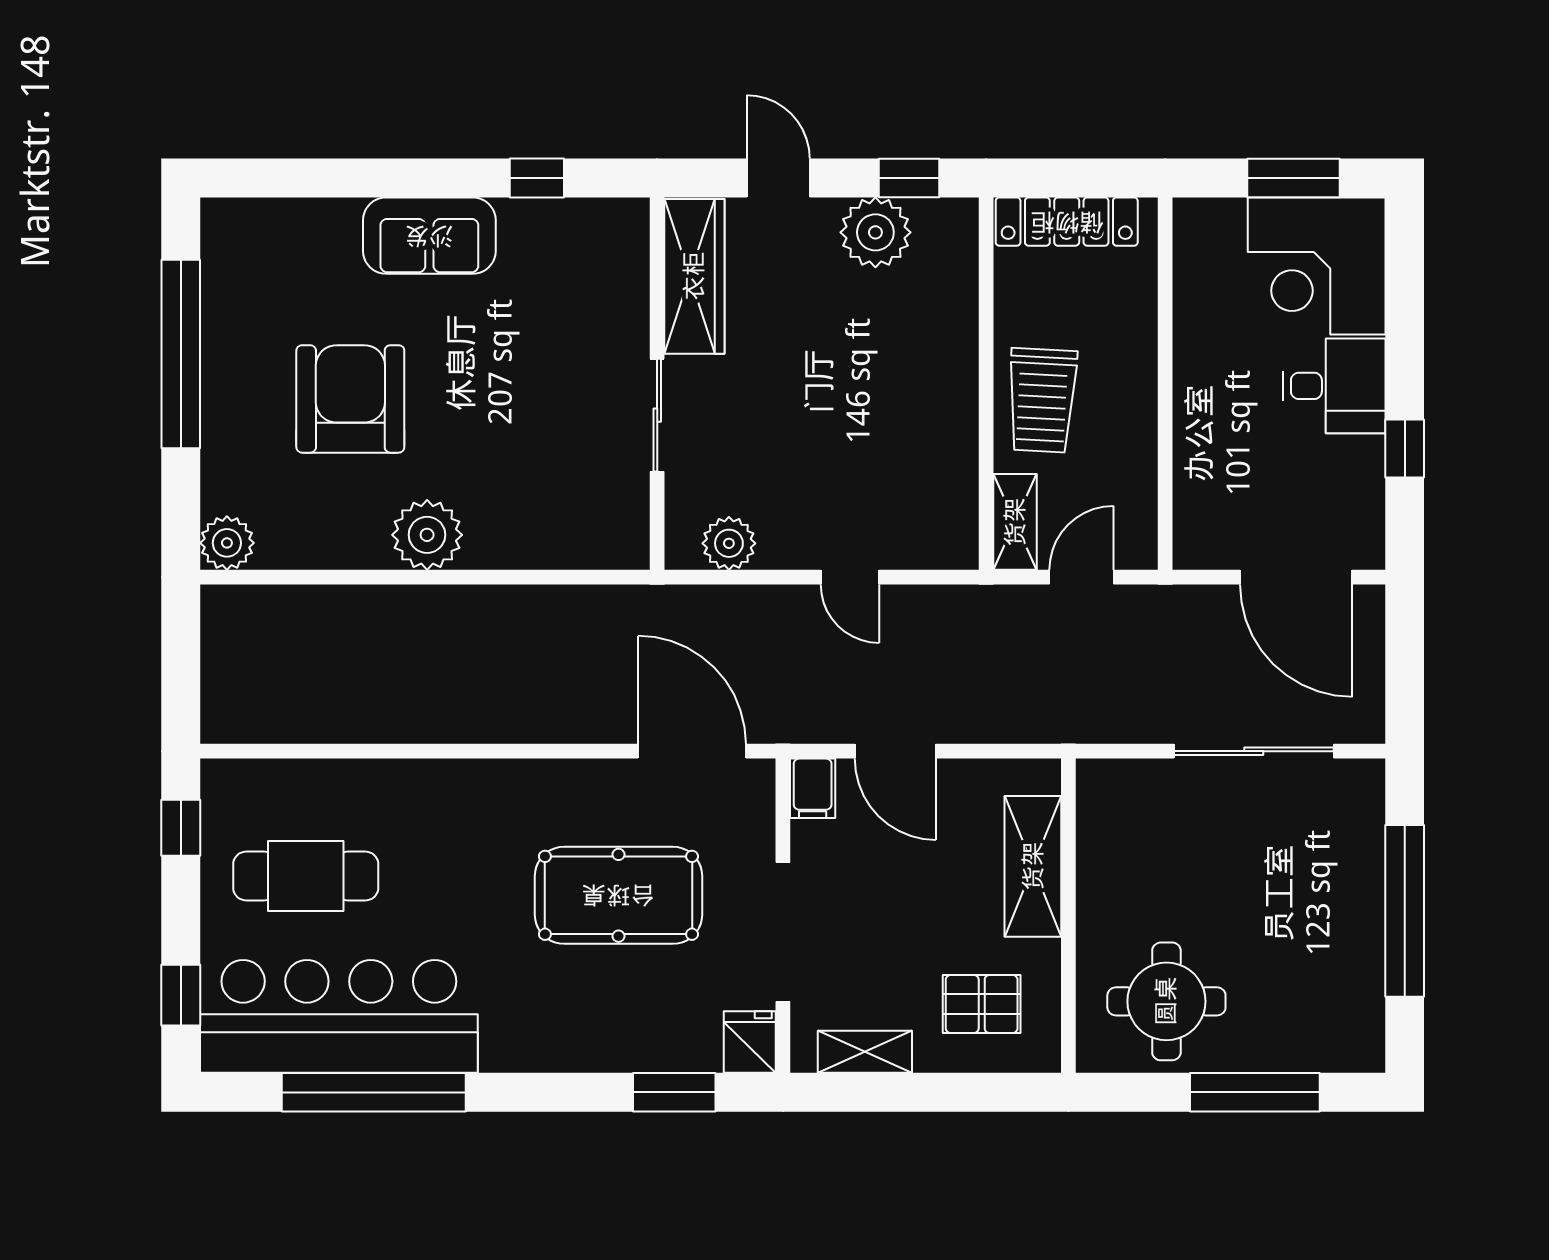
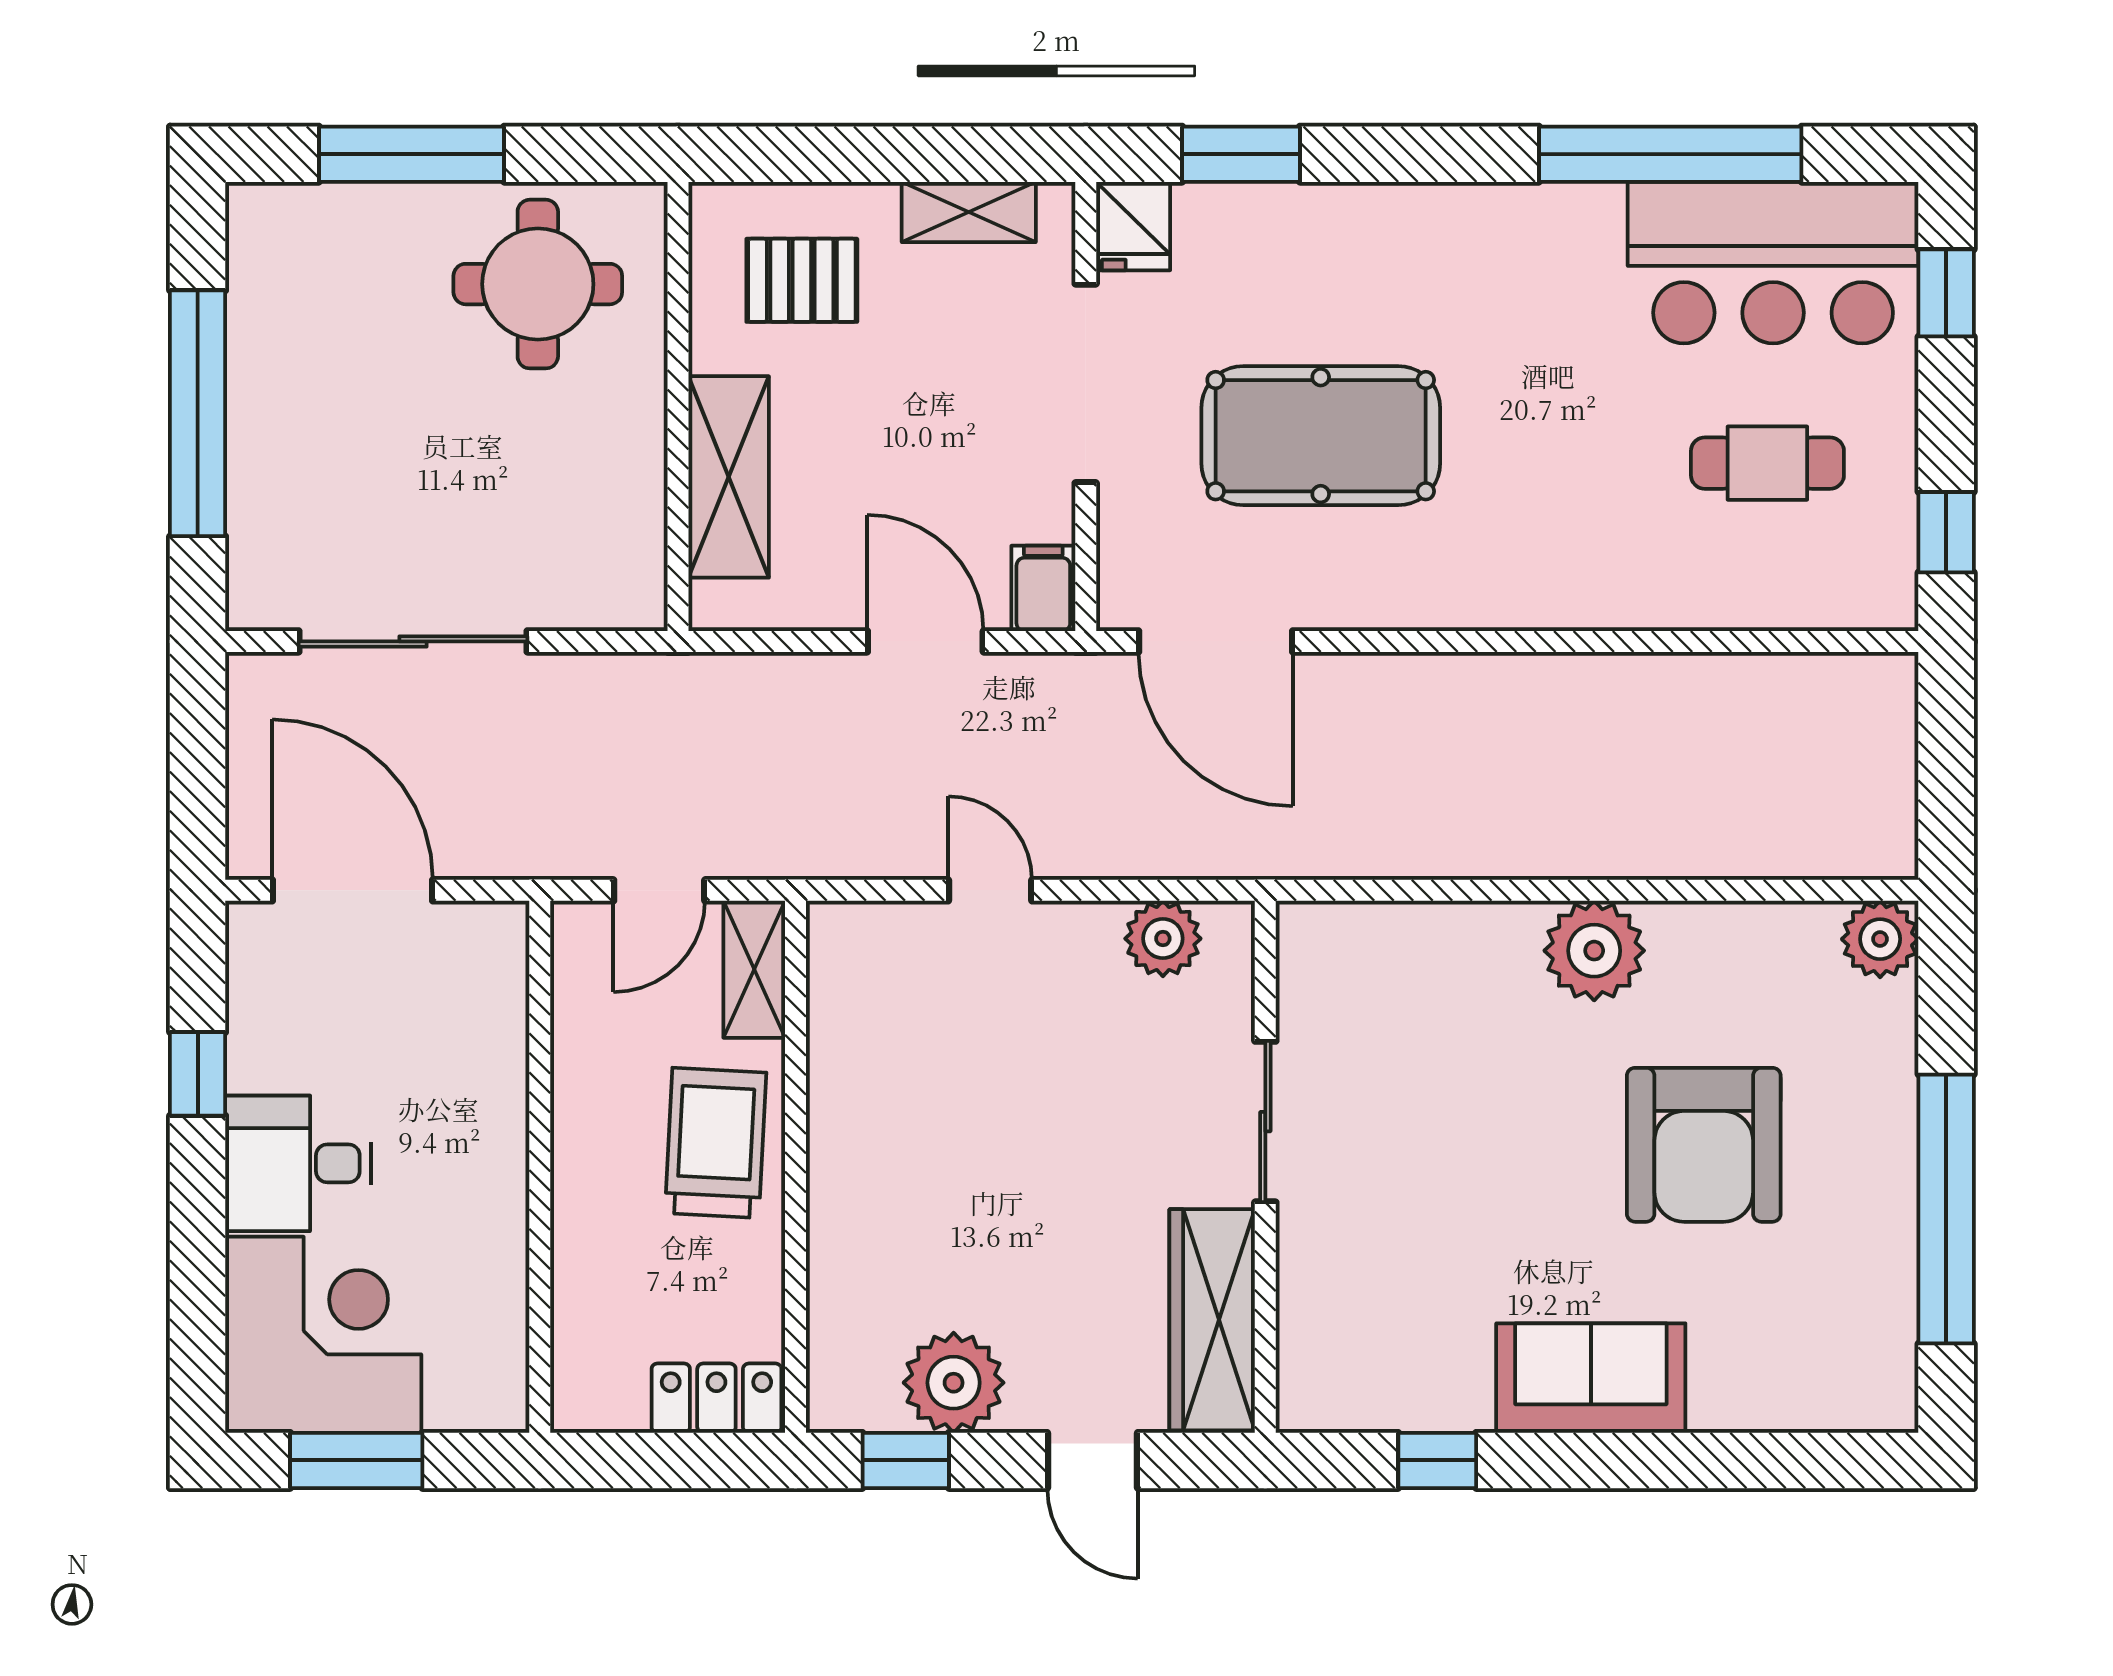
locker: (1067, 222) -> (716, 1398), width x0.66
cafe table: (306, 876) -> (1767, 463), width x0.73, depth x0.74
bar counter: (339, 1016) -> (1773, 263), width x0.73

